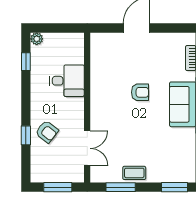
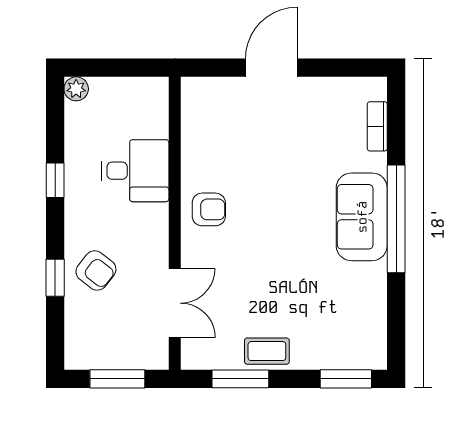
window: (26, 62) -> (55, 180), moved
armchair: (140, 92) -> (209, 209), moved

